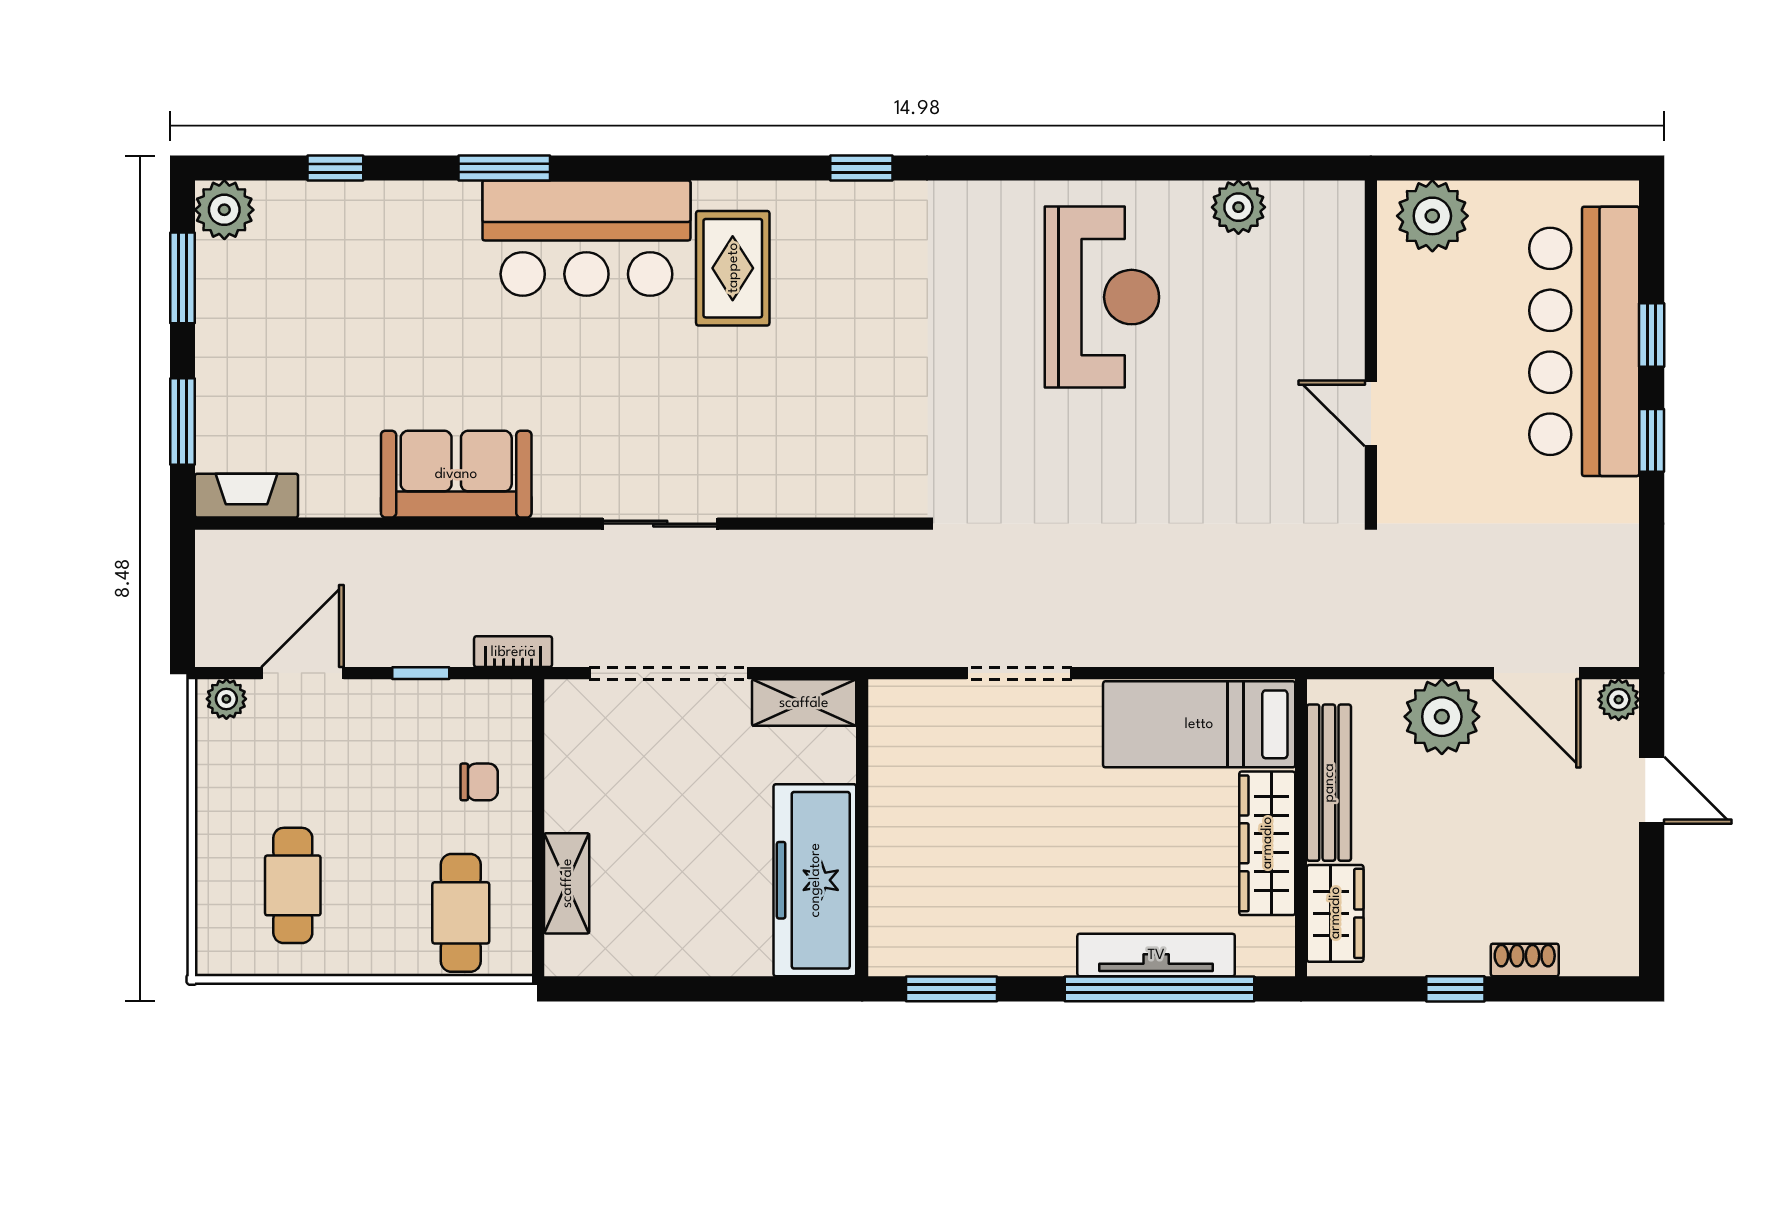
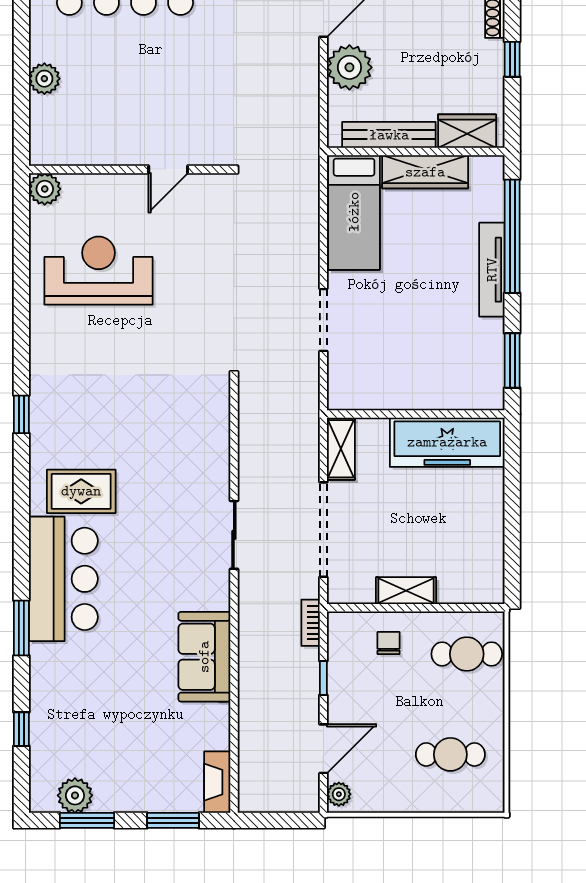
plant: (224, 210) -> (75, 795), moved
plant: (1432, 216) -> (44, 79), width x0.73, depth x0.73
wall: (1371, 349) -> (130, 169), moved
door: (1371, 413) -> (168, 169), moved
door: (302, 673) -> (323, 749), swing flipped
shelving: (567, 883) -> (406, 591), moved
tv unit: (1156, 955) -> (492, 270), moved

